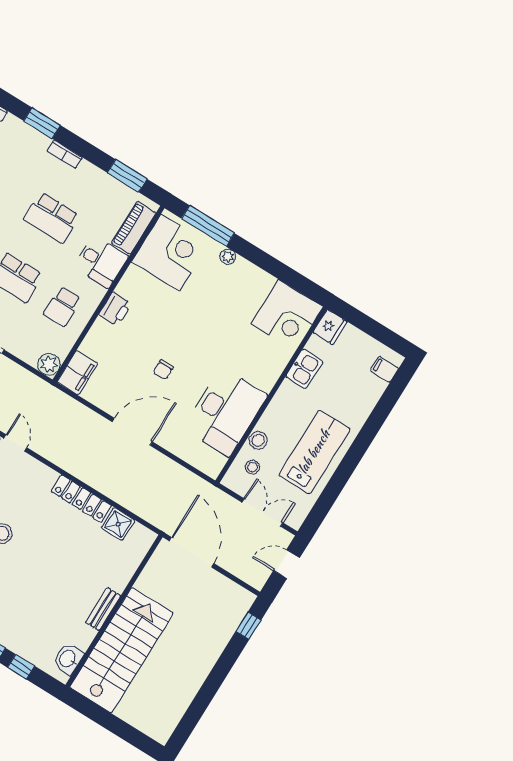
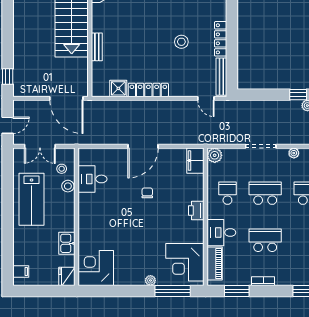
bookcase: (65, 154) -> (263, 281), moved
desk: (225, 412) -> (92, 179), width x0.53, depth x0.77
bench: (103, 609) -> (97, 47), moved

